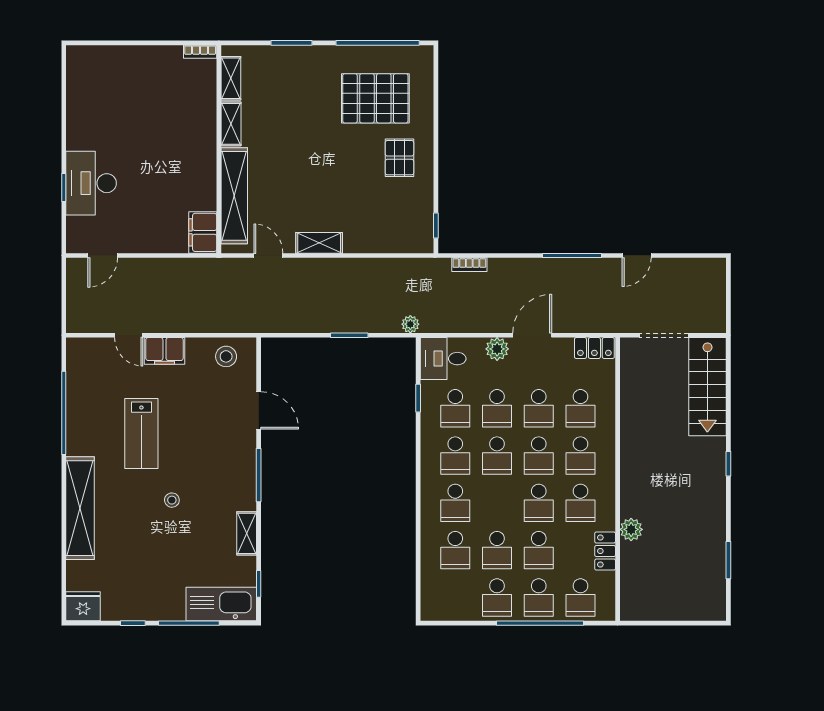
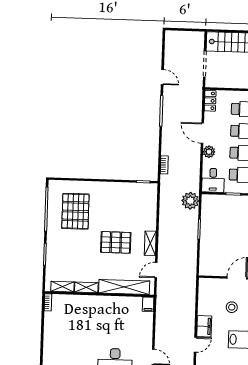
pallet: (399, 158) -> (116, 242), moved, width x1.50, depth x1.42
filing cabinet: (203, 232) -> (148, 304), width x0.50
plant: (410, 324) -> (190, 201), width x1.87, depth x1.87
stool: (226, 356) -> (232, 307), moved

